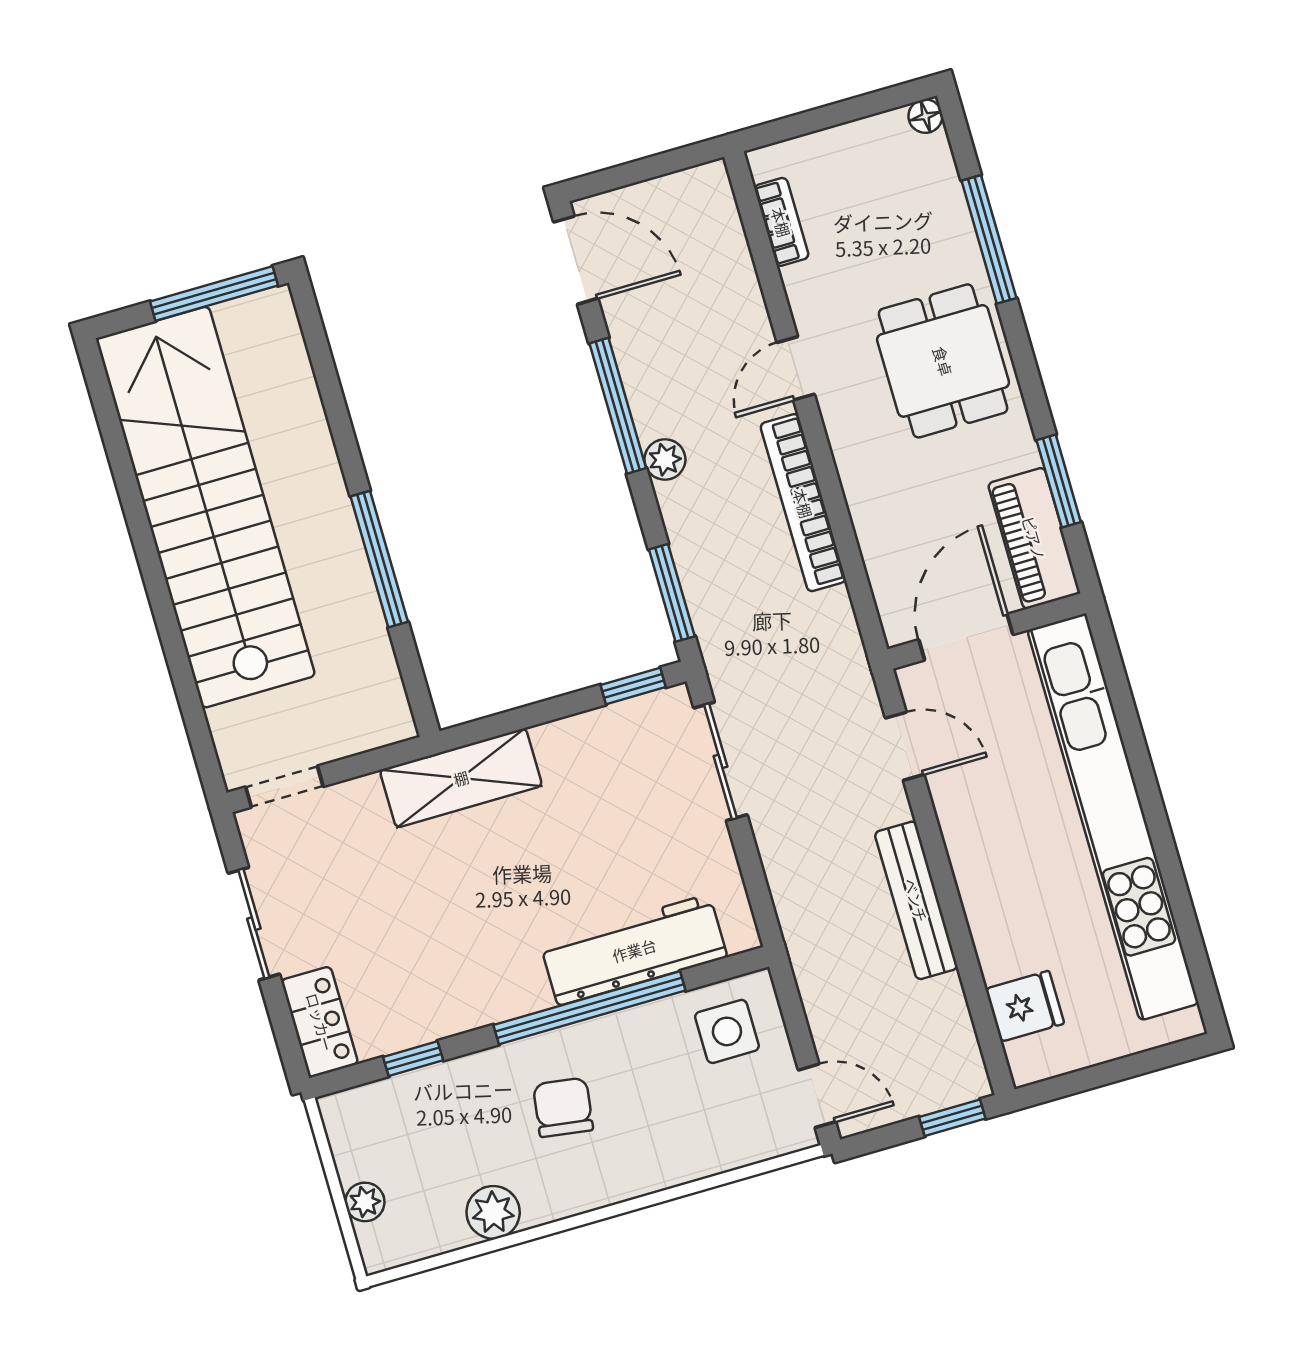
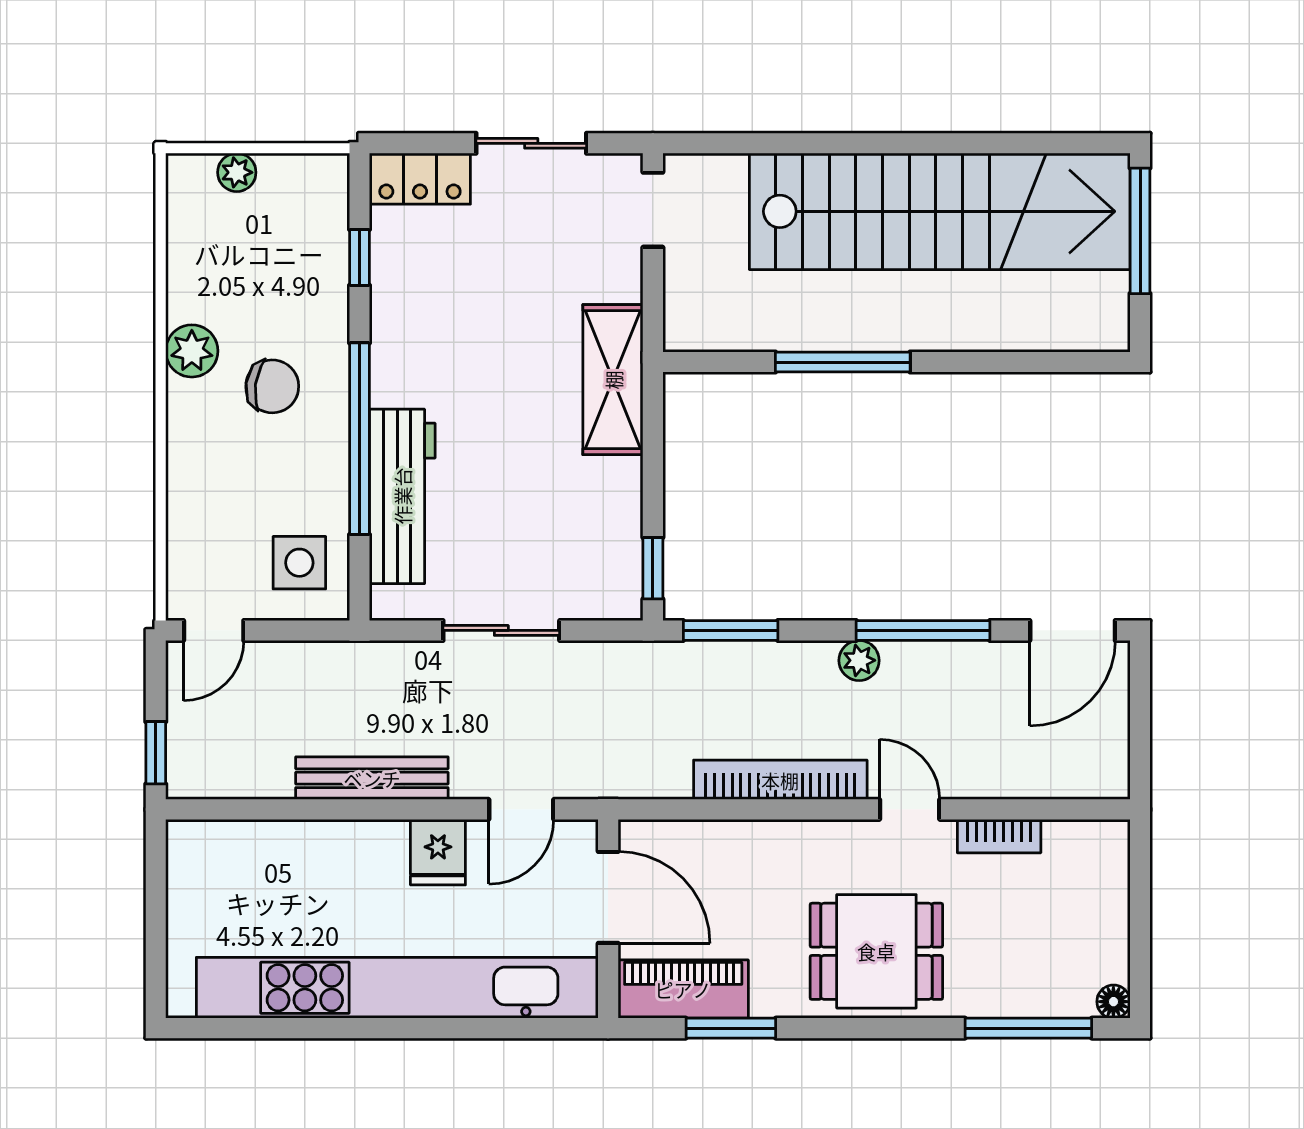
bookcase: (781, 222) -> (999, 836), moved
window: (989, 239) -> (1028, 1028), moved
window: (214, 294) -> (1140, 231), moved
sliding door: (720, 761) -> (501, 630), moved
fridge: (1025, 1006) -> (438, 852), moved
plant: (493, 1212) -> (192, 351), moved

